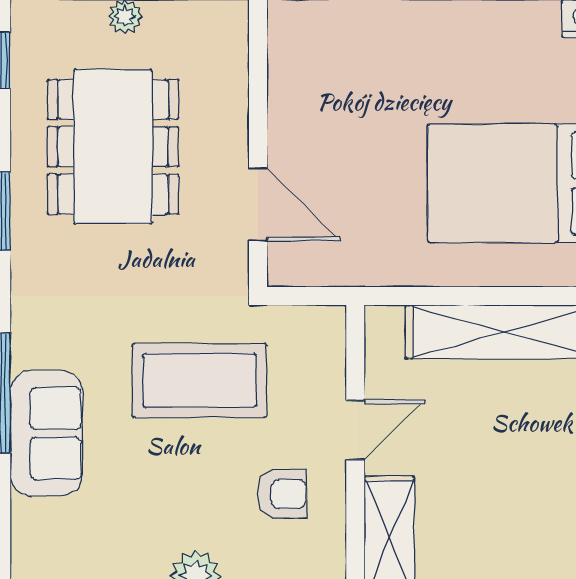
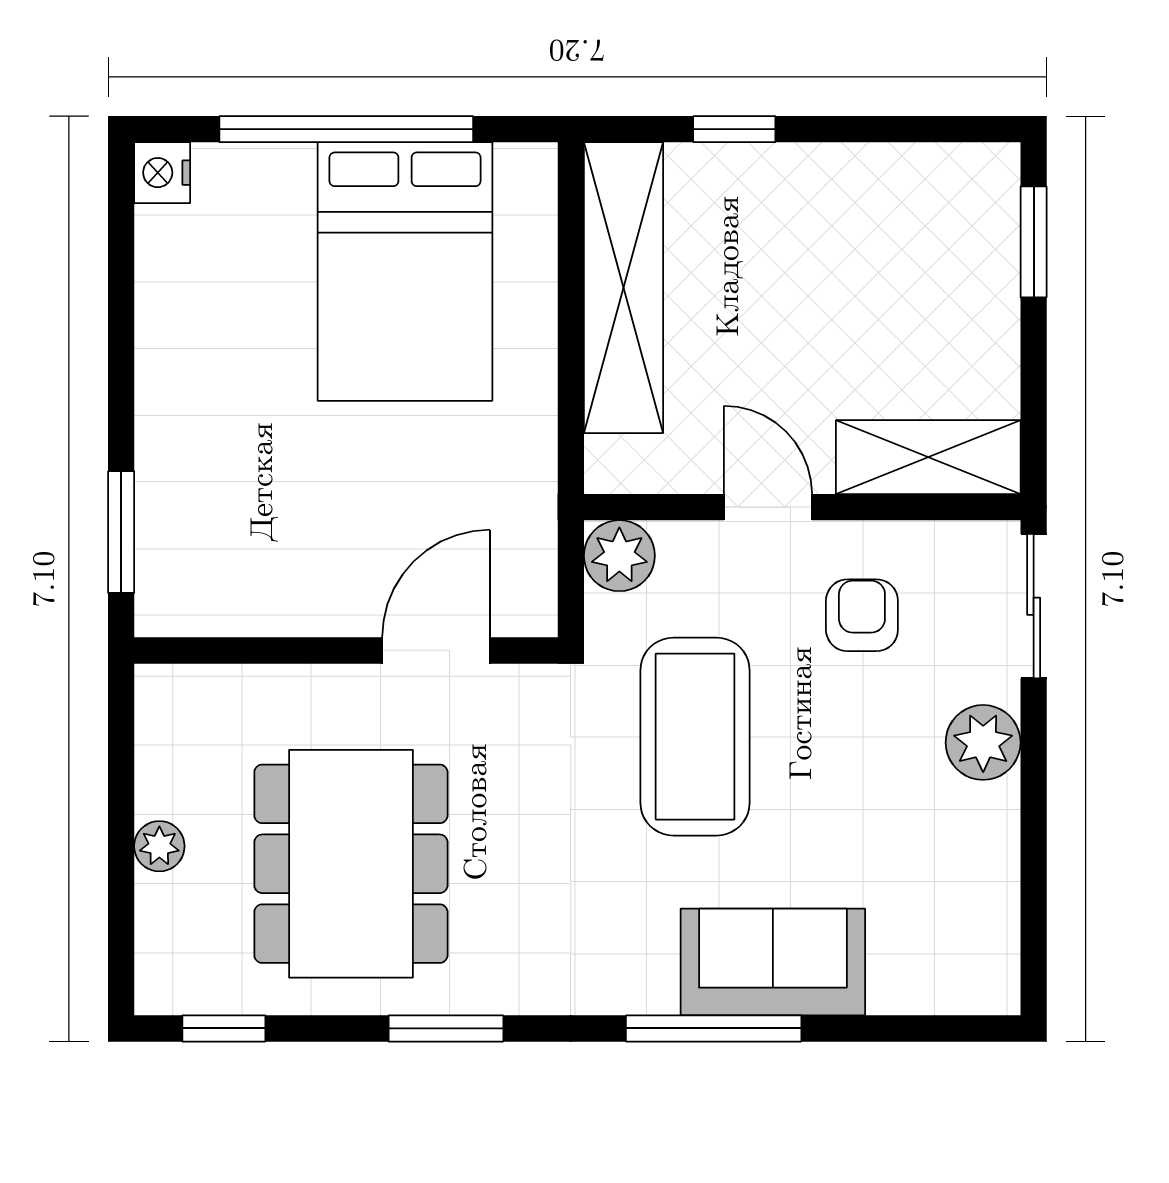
dining table: (113, 147) -> (351, 864), turned 90
plant: (322, 329) -> (619, 556), added

